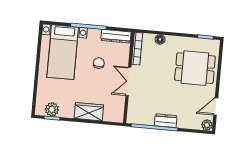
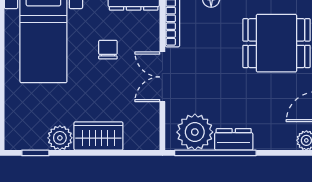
plant: (52, 109) -> (60, 138), moved
plant: (144, 114) -> (195, 132), added

